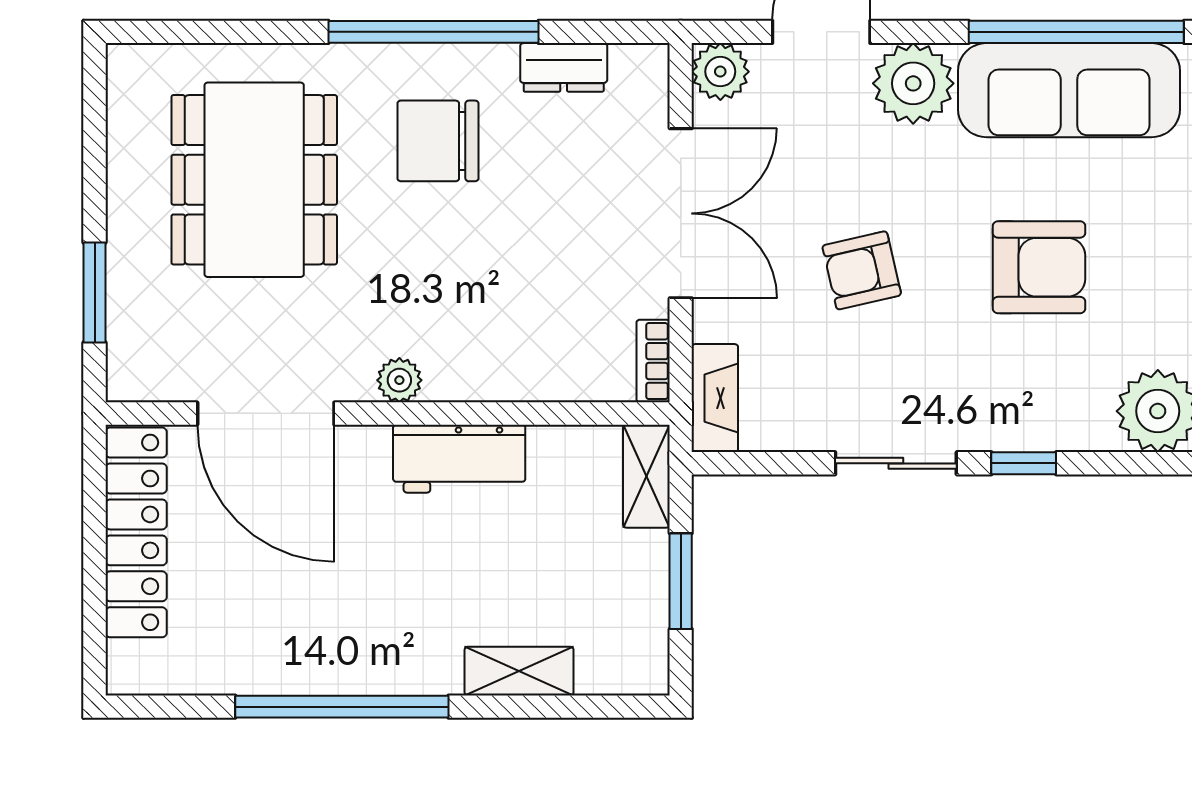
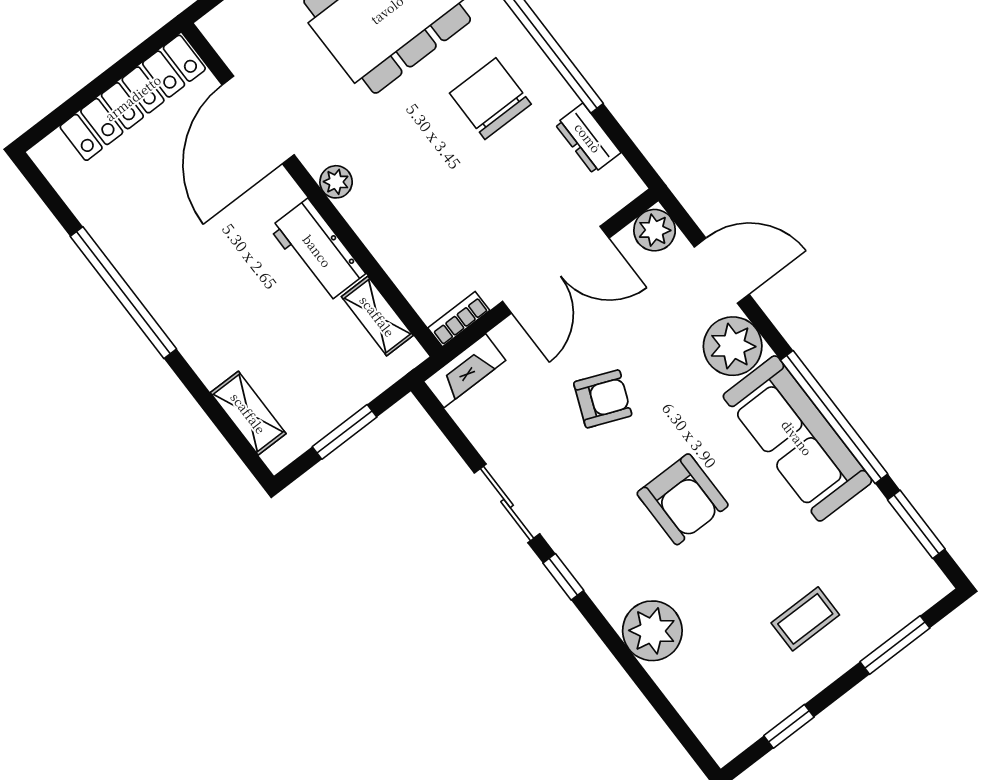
armchair: (862, 270) -> (603, 399), turned 125
shelving: (646, 476) -> (377, 316), moved, turned 90
shelving: (519, 671) -> (248, 413), moved

